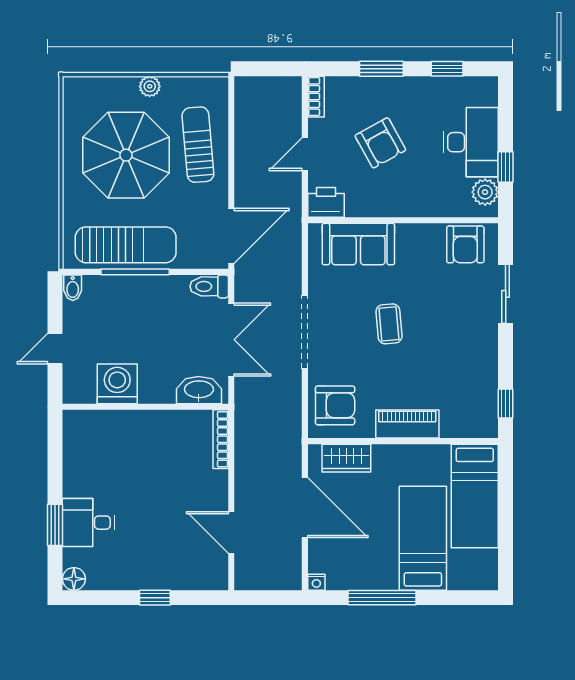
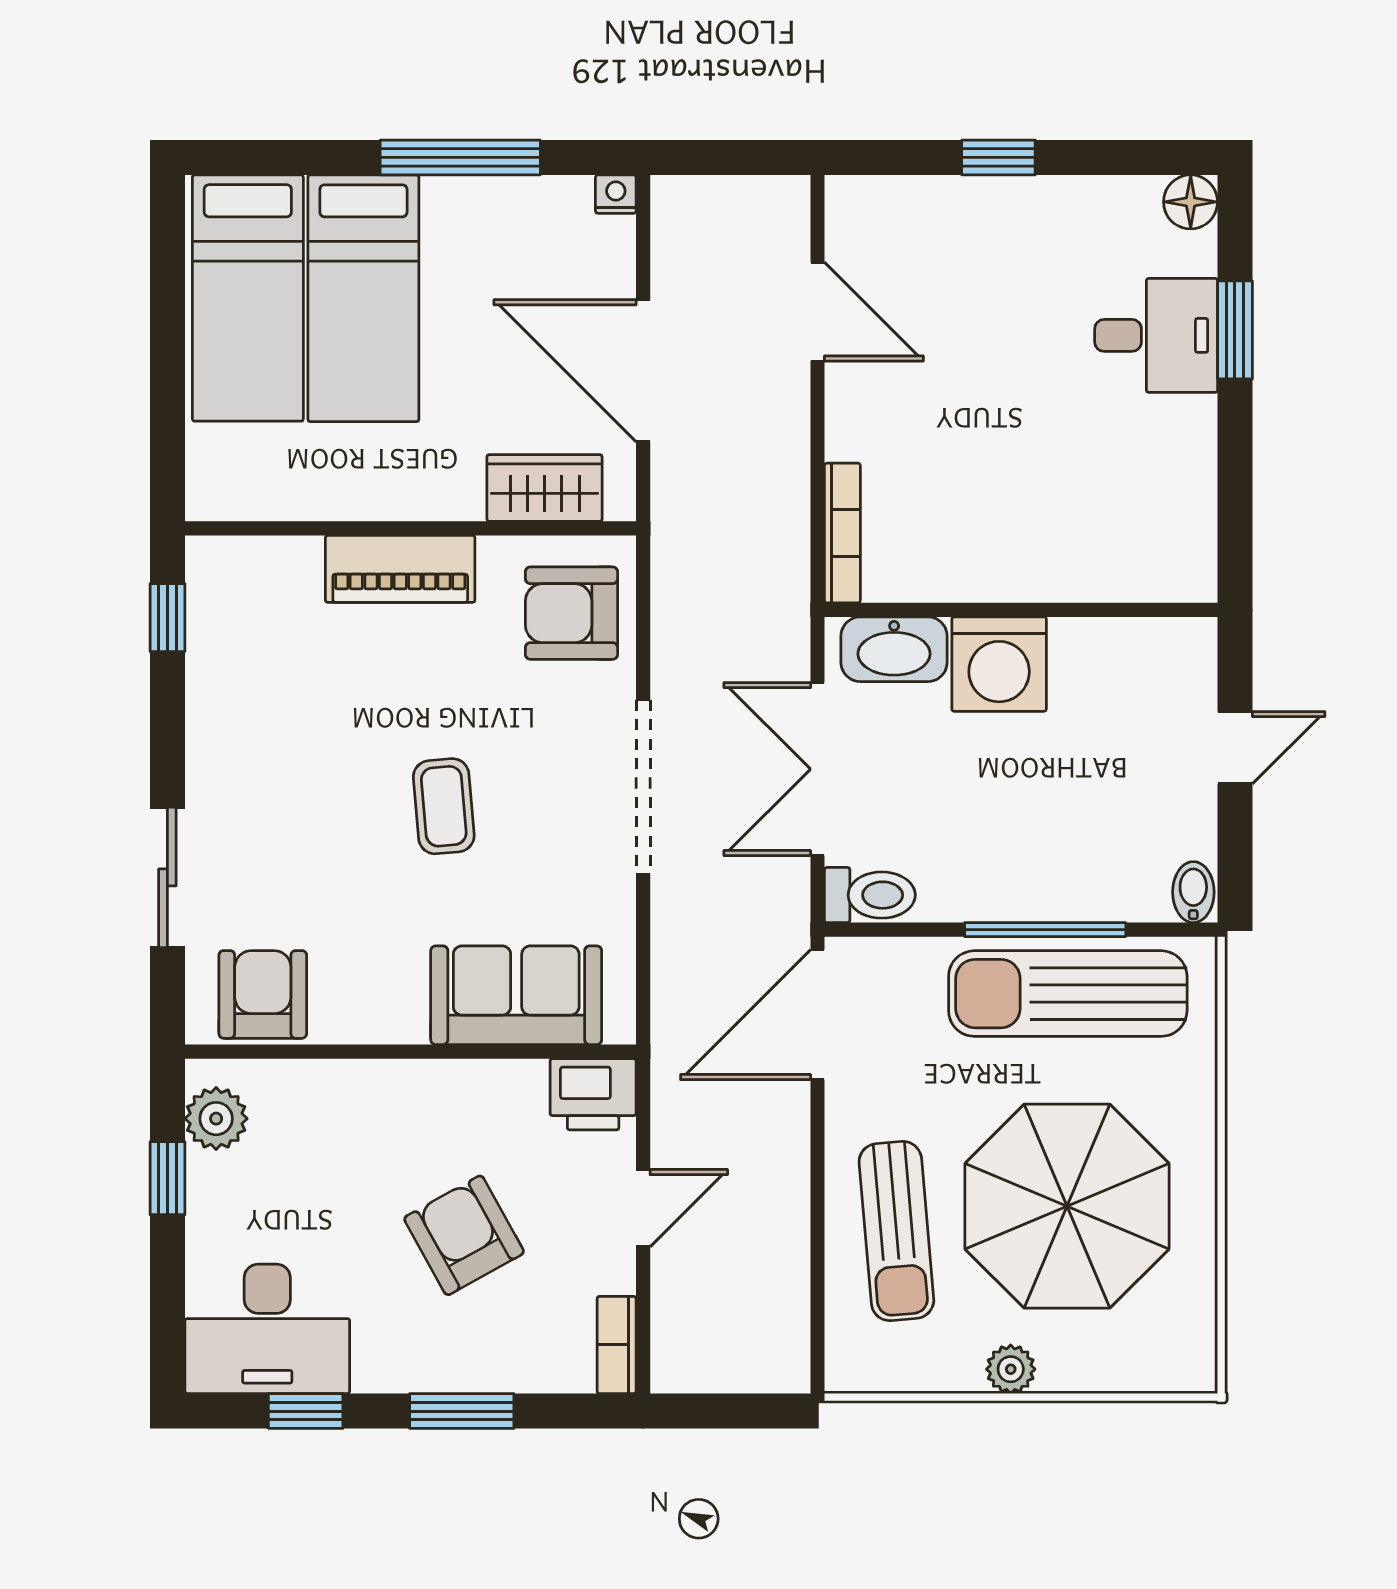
desk: (471, 142) -> (267, 1329), moved, turned -90
washing machine: (117, 384) -> (999, 664), moved
bed: (475, 496) -> (248, 298), moved, turned 180

